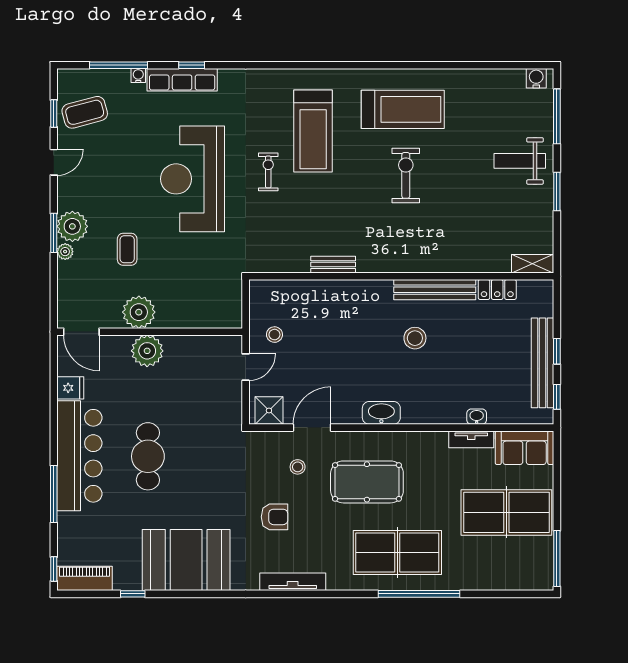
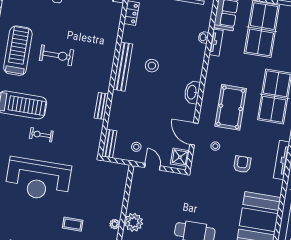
exercise bike: (406, 175) -> (57, 55), turned 180
bench: (272, 288) -> (109, 144), added
bench: (435, 290) -> (123, 67), moved
plant: (139, 312) -> (115, 224), width x0.53, depth x0.53

